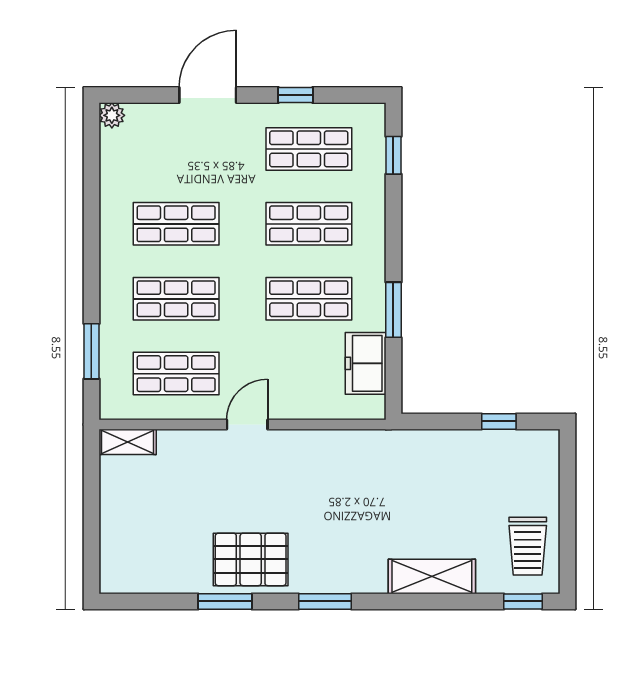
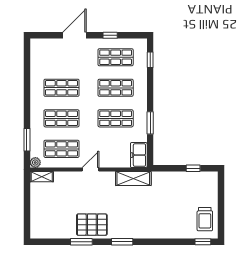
plant: (112, 115) -> (35, 163), moved
freezer: (366, 363) -> (139, 155), moved
shelving: (432, 576) -> (133, 179), moved

